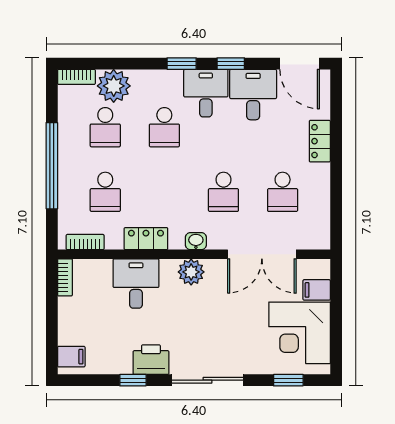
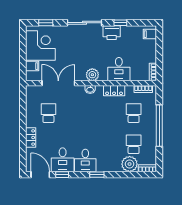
window: (231, 64) -> (62, 175), moved
school desk: (164, 127) -> (105, 144), removed
school desk: (223, 192) -> (77, 113), removed

